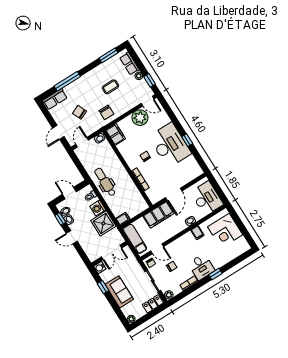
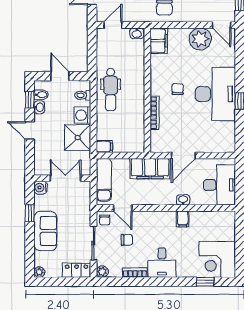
dental chair: (105, 182) -> (111, 90), turned 180
corner desk: (225, 231) -> (217, 259), moved
double door: (111, 252) -> (66, 178), swing flipped
window: (216, 274) -> (205, 282), moved

